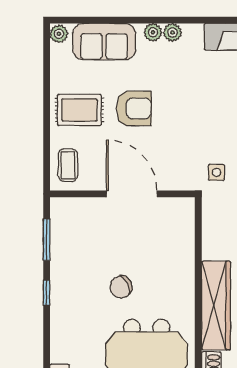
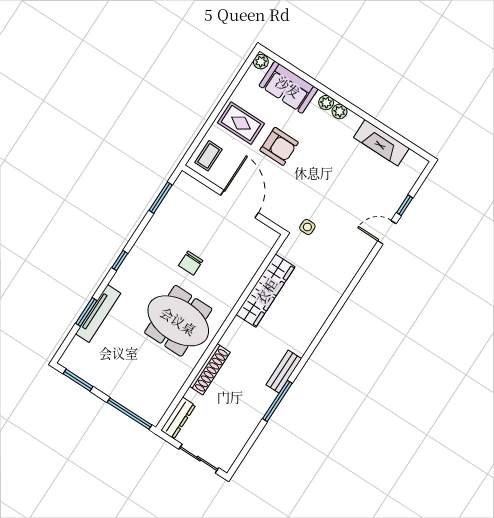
chair: (121, 287) -> (191, 263), turned -62
window: (47, 293) -> (120, 261), moved
wardrobe: (216, 306) -> (266, 291), moved

